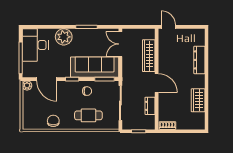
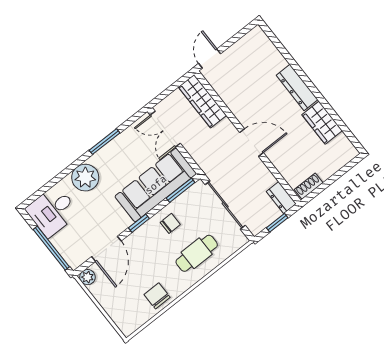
door: (168, 27) -> (210, 59), hinge flipped
desk: (35, 45) -> (52, 211), width x0.73
wardrobe: (149, 56) -> (202, 101), moved
dresser: (199, 60) -> (297, 87), moved
door: (47, 79) -> (106, 249), hinge flipped
dresser: (150, 106) -> (281, 198), moved

